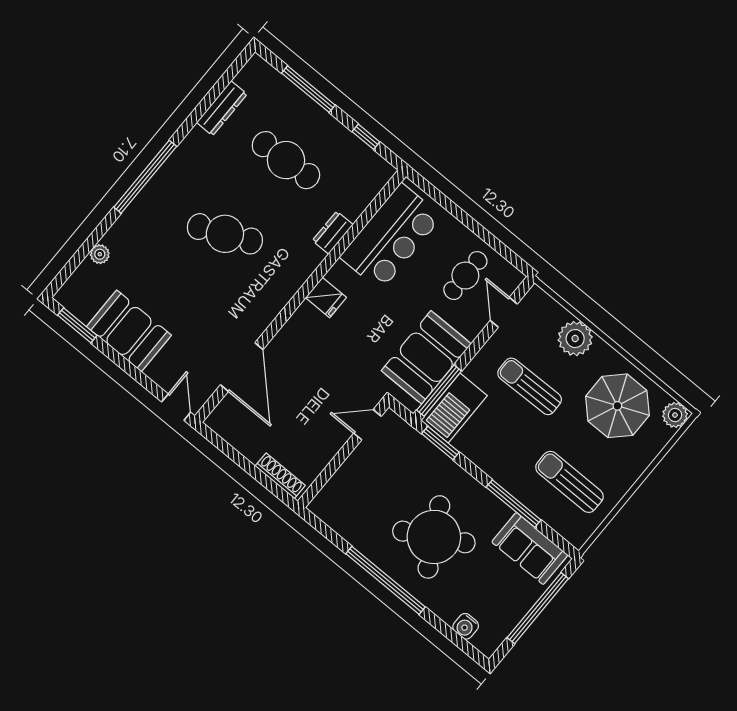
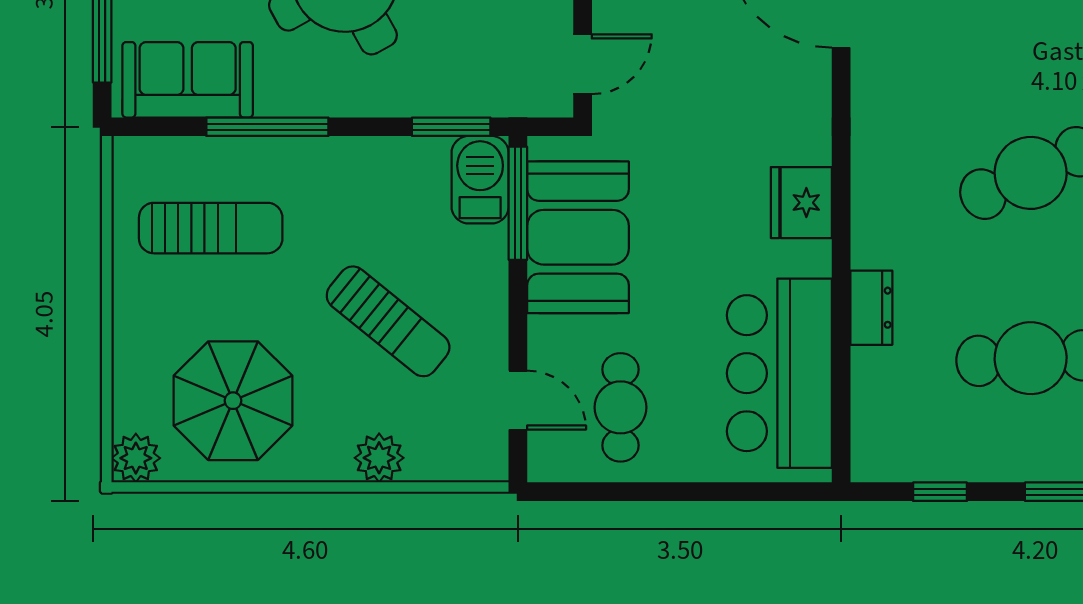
fridge: (326, 298) -> (801, 203), width x1.38
plant: (575, 339) -> (379, 458), width x0.73, depth x0.73
sun lounger: (530, 386) -> (388, 321), turned 40
barbecue: (454, 408) -> (480, 180), width x0.73, depth x0.83

